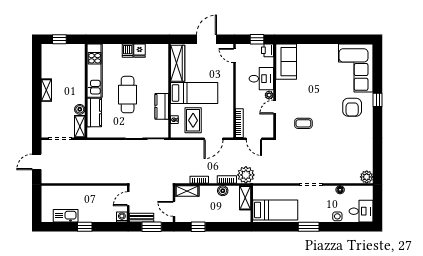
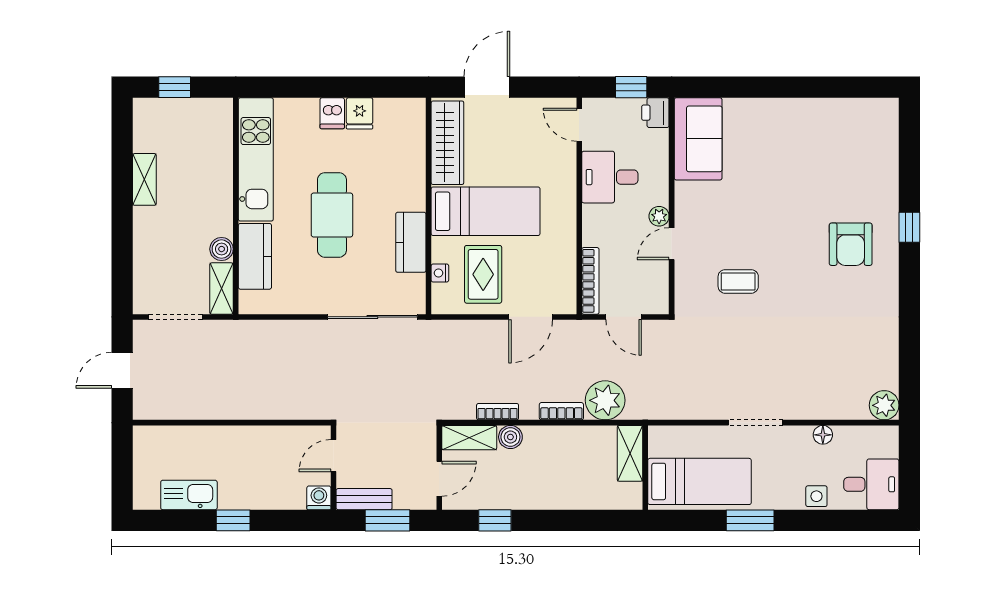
door: (207, 39) -> (487, 87), moved
corner sofa: (356, 68) -> (859, 153), removed
desk: (261, 79) -> (610, 177), moved, turned 180
shelving: (46, 90) -> (144, 179), moved
boiler: (223, 191) -> (510, 437), moved
shelving: (245, 198) -> (630, 453), moved
wall: (252, 204) -> (645, 468), moved
door: (174, 209) -> (439, 479), swing flipped
bed: (275, 210) -> (699, 481), moved

